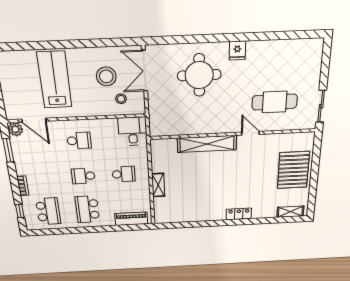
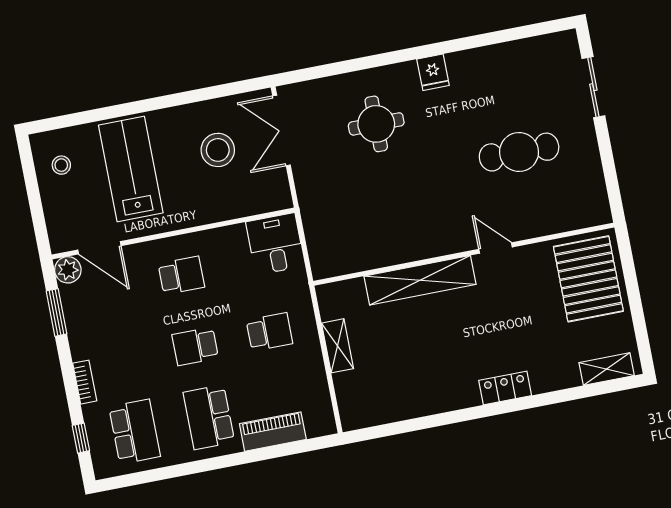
round table: (199, 75) -> (376, 124), width x0.73, depth x0.73
stool: (121, 99) -> (61, 165), moved
sliding door: (321, 106) -> (593, 87), moved
door: (250, 133) -> (495, 248), moved
wall: (233, 134) -> (464, 254), moved
shelving: (207, 144) -> (420, 280), moved
piano: (131, 219) -> (273, 432), moved

